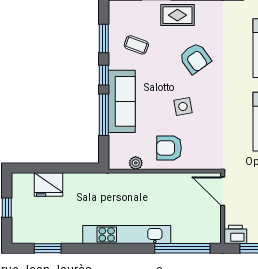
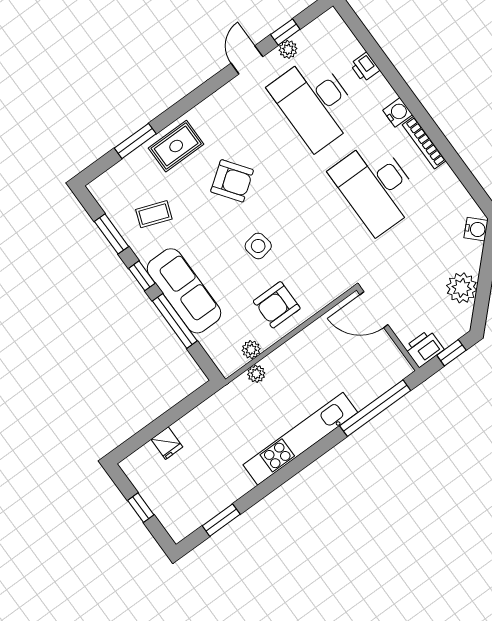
plant: (129, 179) -> (256, 374), added
fridge: (48, 185) -> (167, 443), width x0.53, depth x0.75

